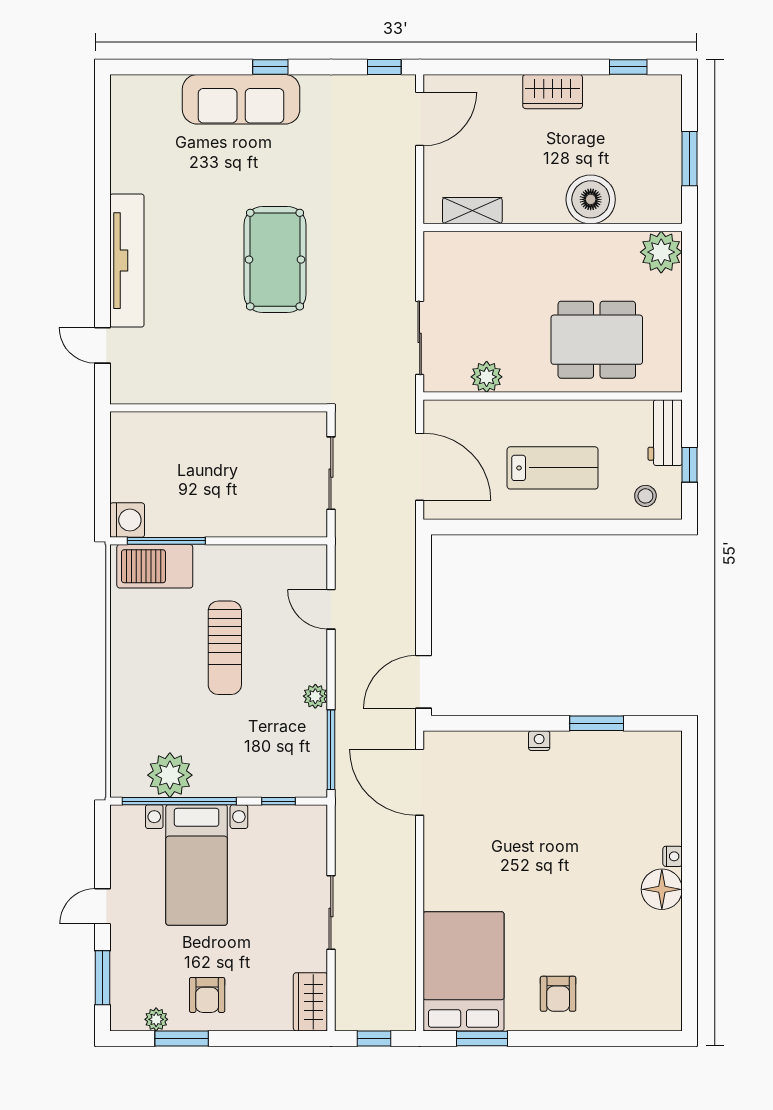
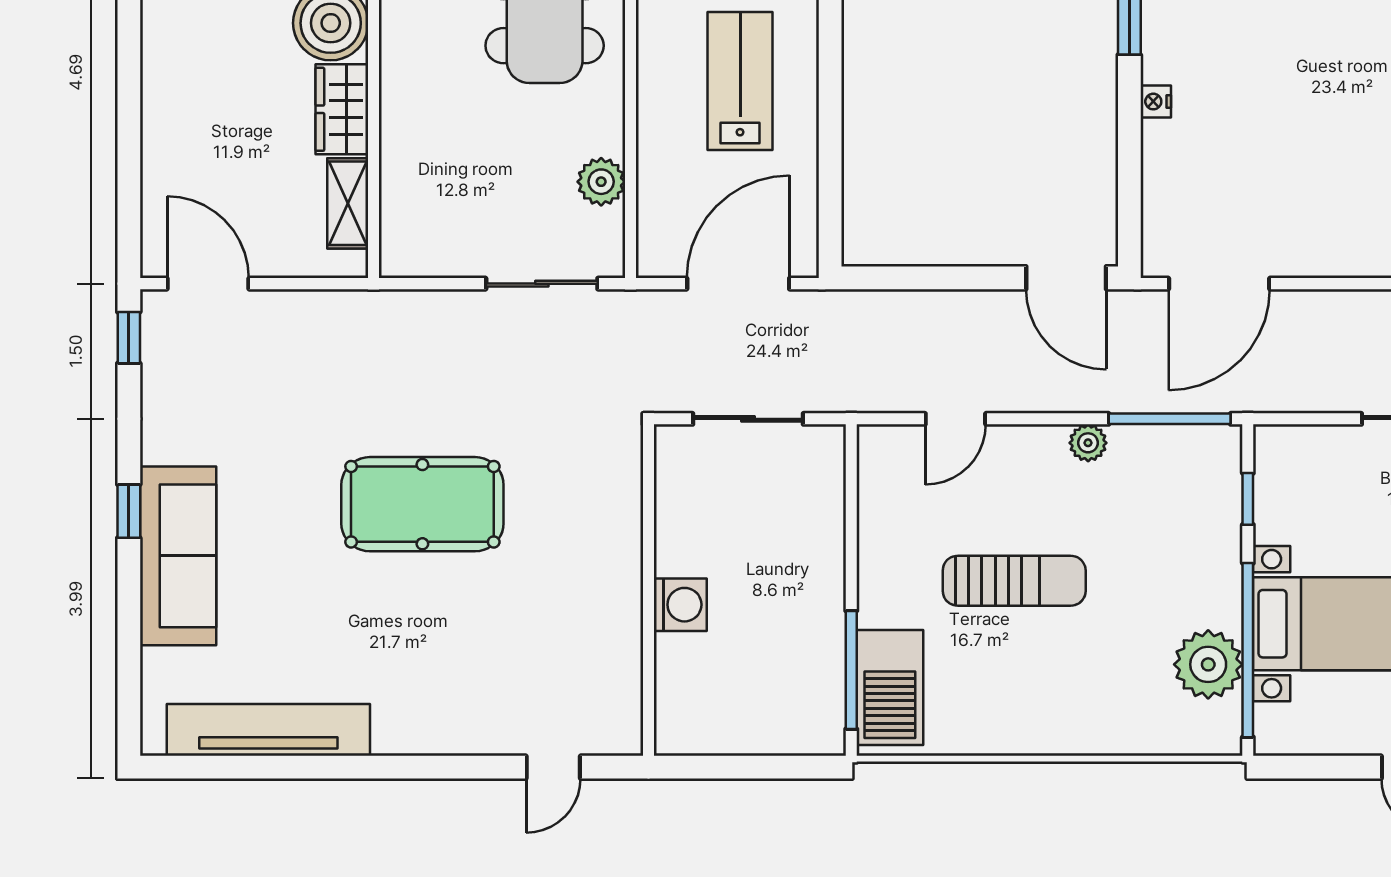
wardrobe: (553, 92) -> (342, 109), moved, turned 180
tv unit: (127, 261) -> (268, 730), moved
washing machine: (127, 520) -> (680, 605), moved, turned 90

